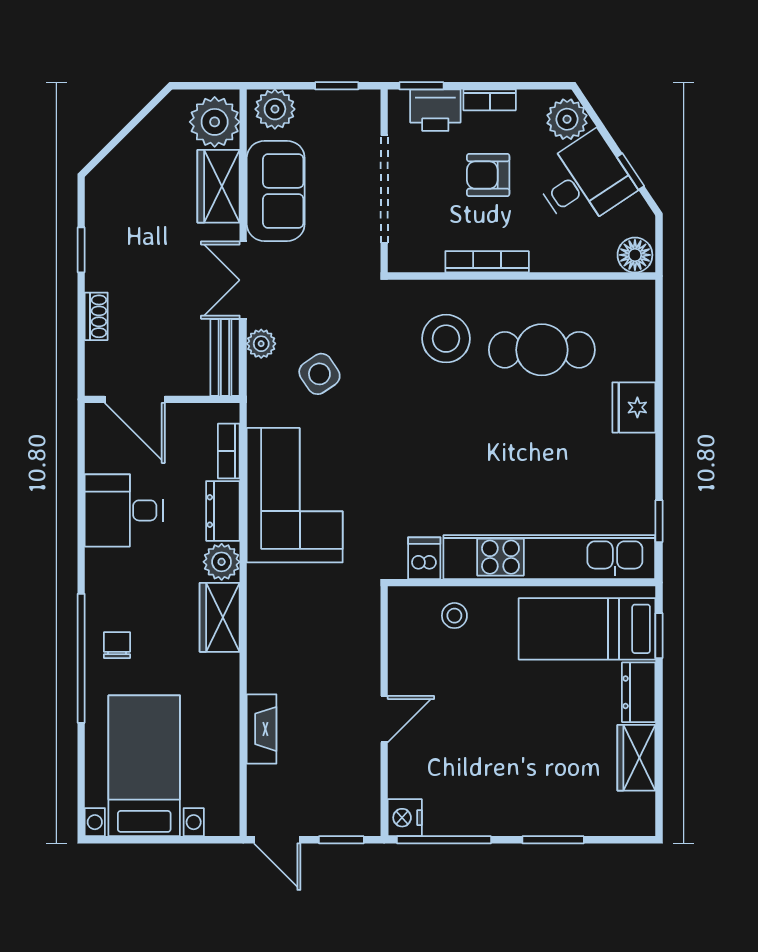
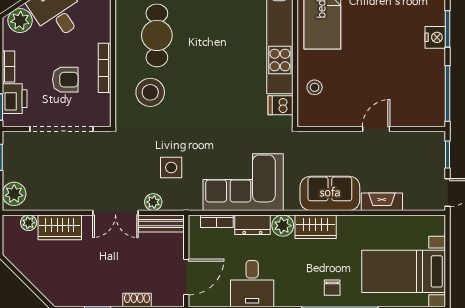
plant: (215, 122) -> (29, 223), width x0.53, depth x0.53
armchair: (488, 175) -> (65, 80), moved, turned -90
sofa: (276, 191) -> (330, 193), moved
side table: (319, 374) -> (171, 167), turned 34
chair: (117, 645) -> (332, 288), turned -90
door: (384, 719) -> (376, 129), hinge flipped
nightstand: (405, 818) -> (435, 37), moved, turned -90

